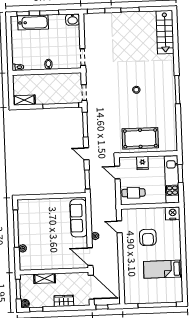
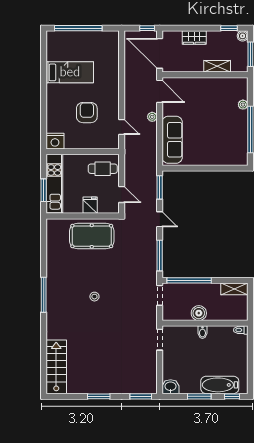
boiler: (52, 80) -> (199, 313), added

